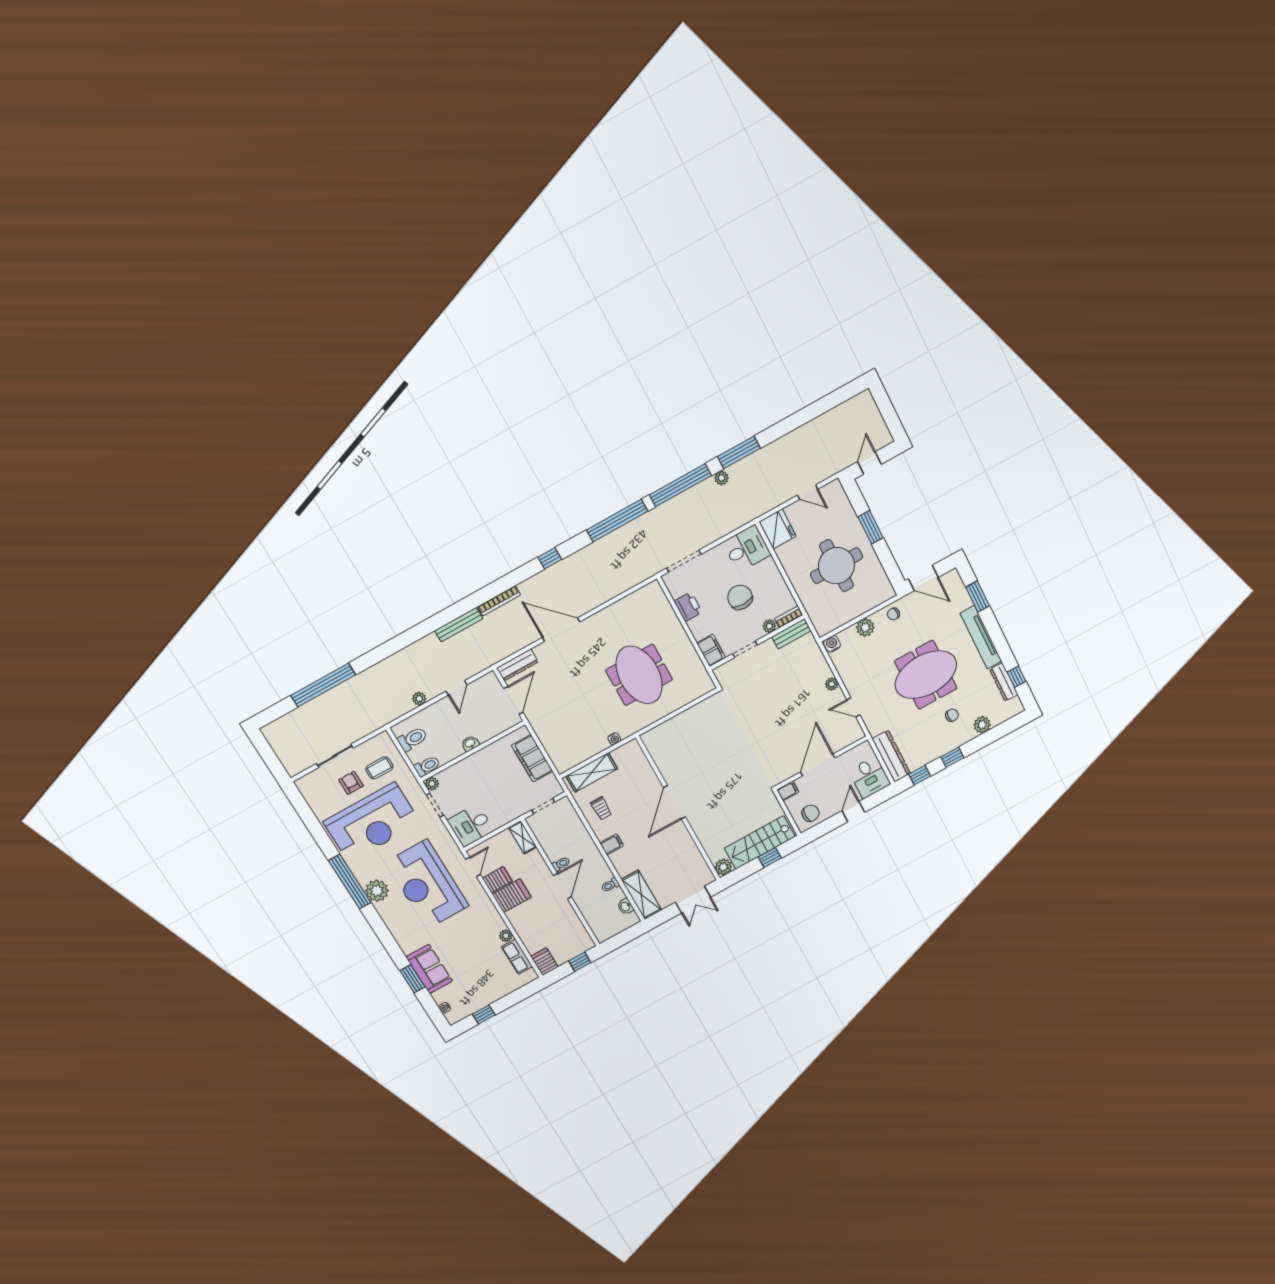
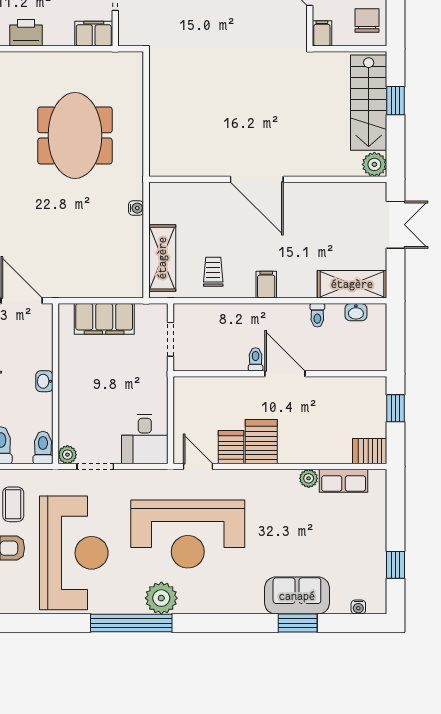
meeting table: (639, 675) -> (75, 135), turned 90
trolley: (601, 808) -> (213, 272), turned -90
shelving: (523, 837) -> (195, 386), removed

